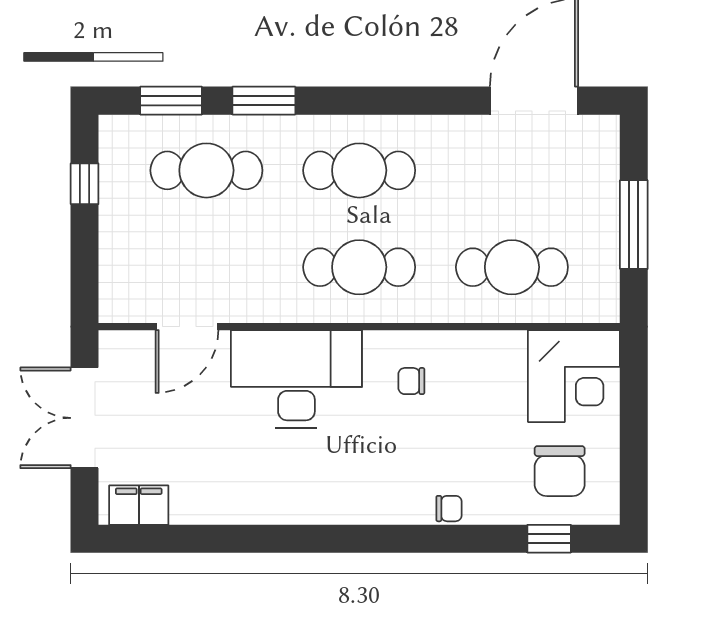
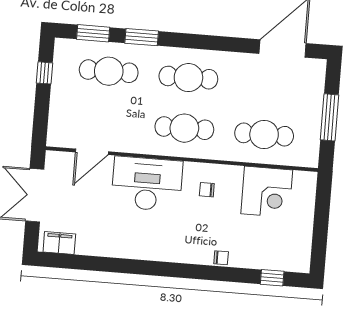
corner desk: (574, 376) -> (267, 192), moved
chair: (560, 471) -> (280, 243), removed

